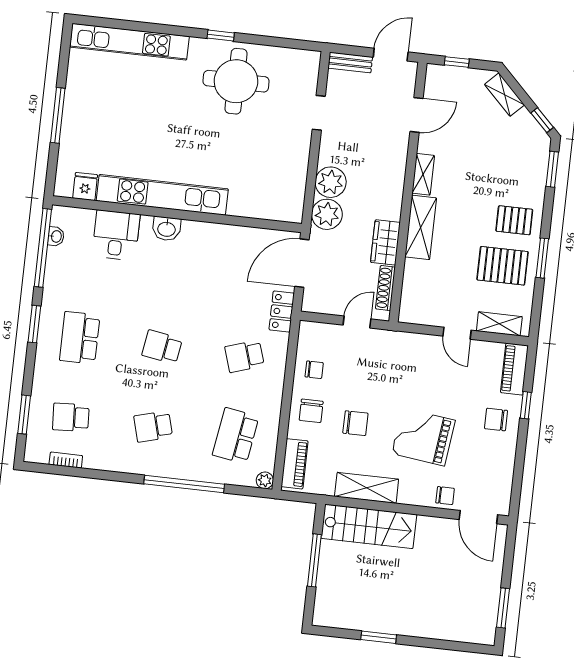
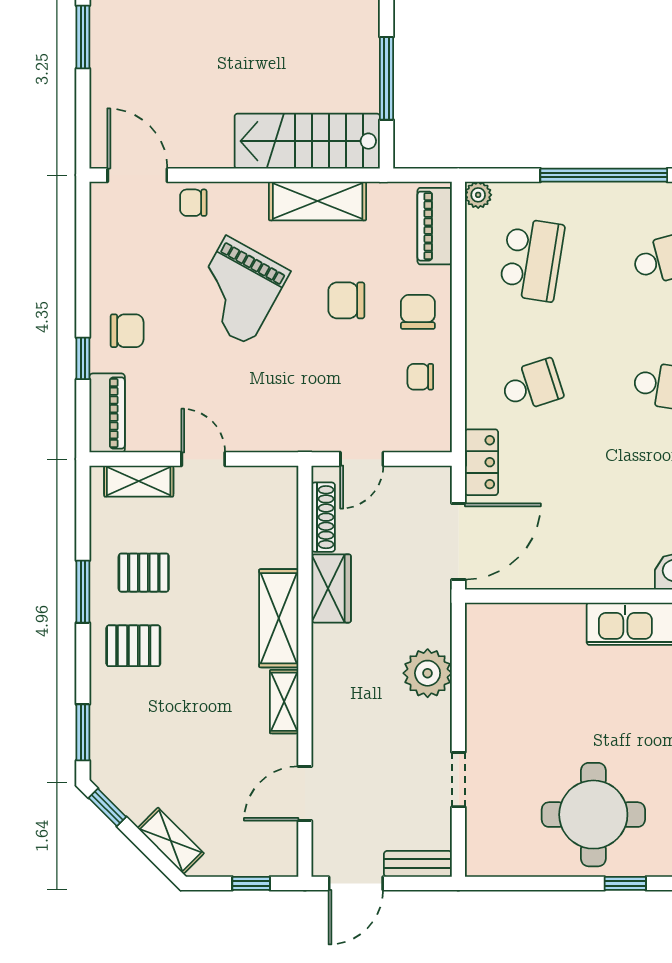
plant: (327, 214) -> (428, 622), removed
pallet: (503, 266) -> (144, 573), width x0.67, depth x0.71
grand piano: (423, 437) -> (238, 291), turned 112

